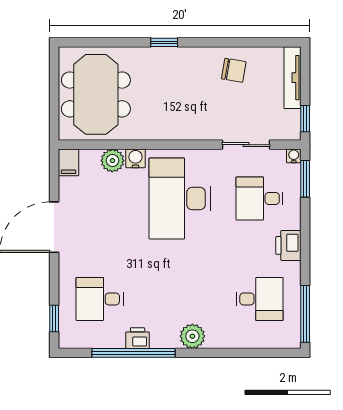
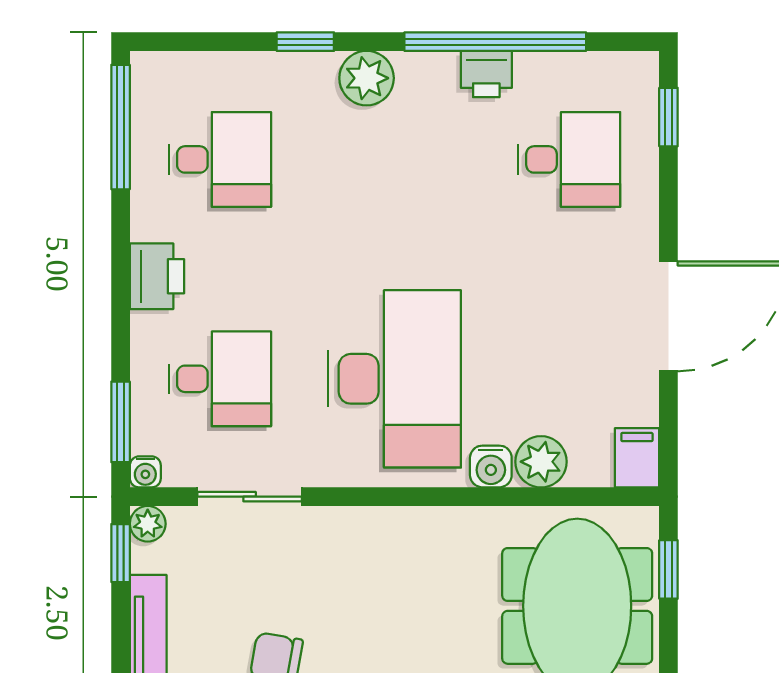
window: (54, 111) -> (668, 569), added
plant: (293, 132) -> (148, 524), added
desk: (260, 299) -> (220, 159), turned 180
window: (220, 353) -> (305, 42), added

